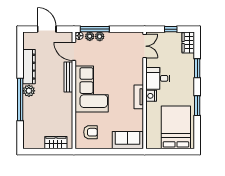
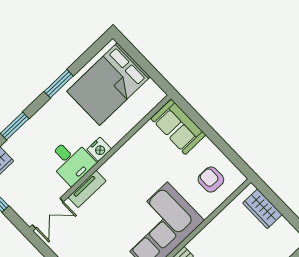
double door: (145, 46) -> (48, 213), swing flipped
tv unit: (139, 97) -> (87, 189), moved

